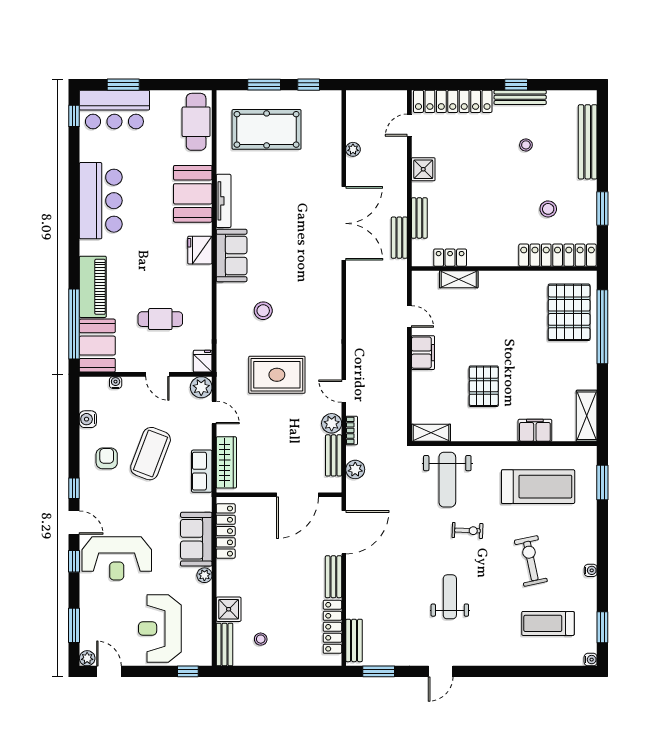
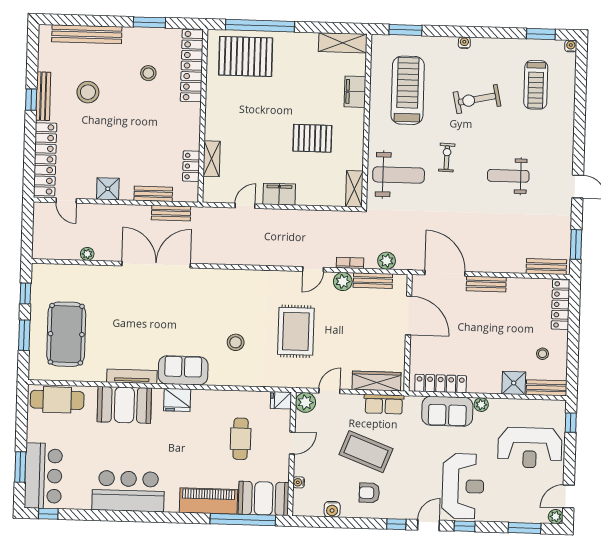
stool: (526, 145) -> (88, 92), width x1.89, depth x1.89
water cooler: (591, 570) -> (464, 43), moved
locker: (332, 627) -> (561, 305), moved, turned 90

